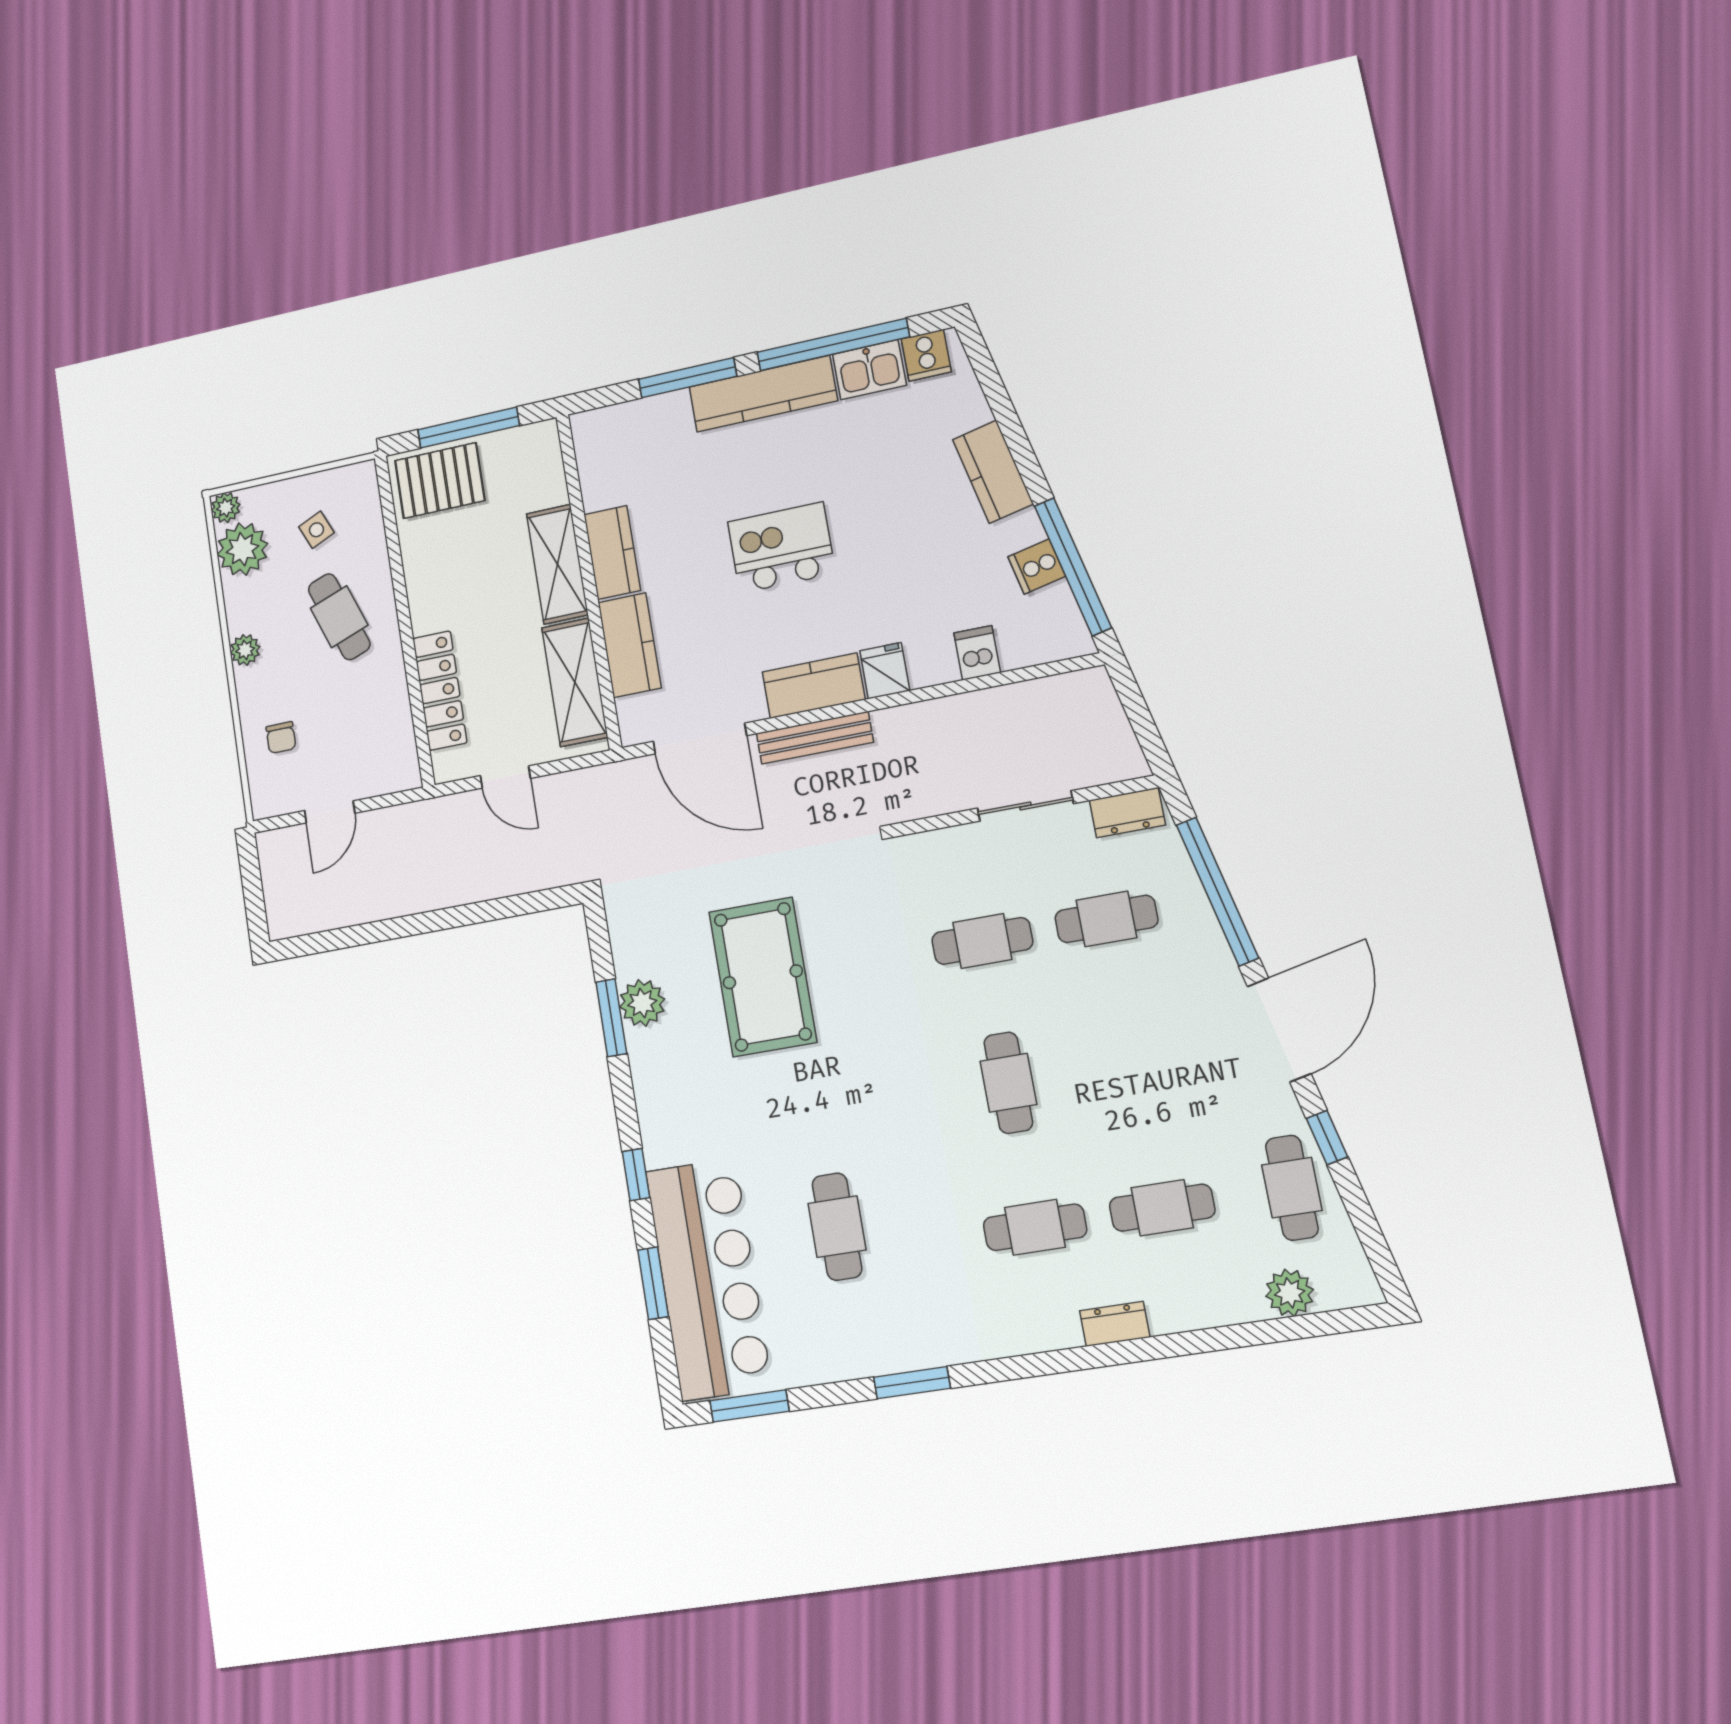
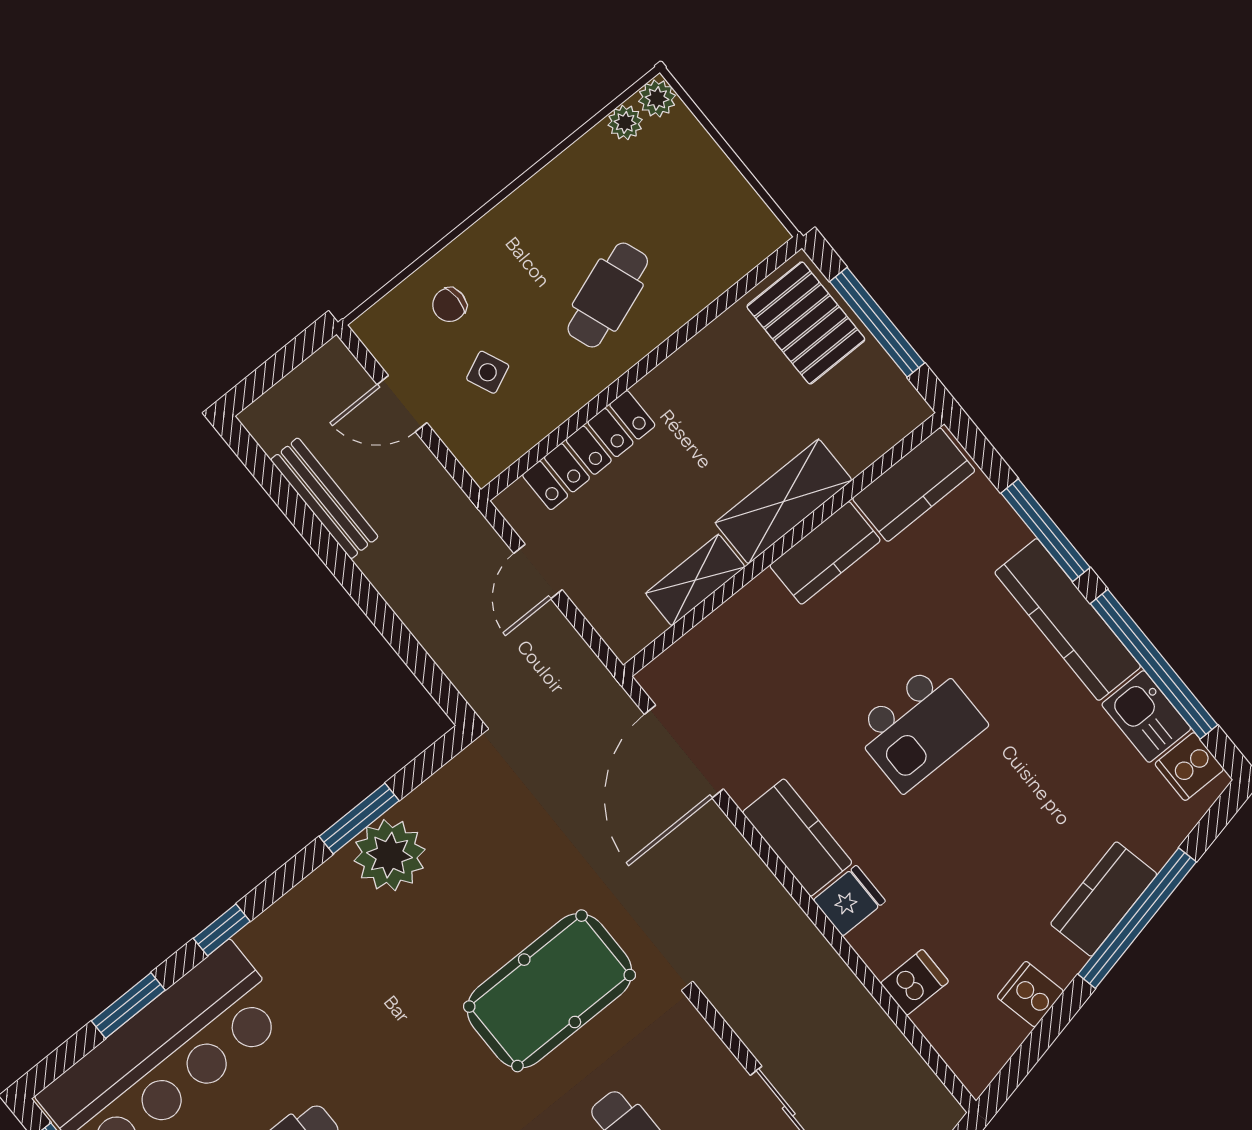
side table: (316, 530) -> (488, 372), moved
kitchen island: (781, 548) -> (919, 727), turned 90
plant: (242, 549) -> (625, 122), width x0.53, depth x0.53
window: (1073, 567) -> (1137, 918), moved
kitchen counter: (630, 645) -> (914, 485), moved
plant: (245, 650) -> (519, 210), removed
shelving: (575, 682) -> (695, 580), width x0.67, depth x0.75
bench: (815, 738) -> (324, 498), moved
pool table: (763, 977) -> (550, 991), moved
plant: (642, 1003) -> (390, 855), width x1.36, depth x1.36

